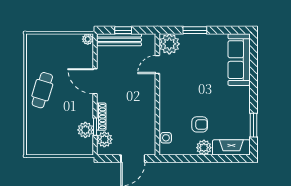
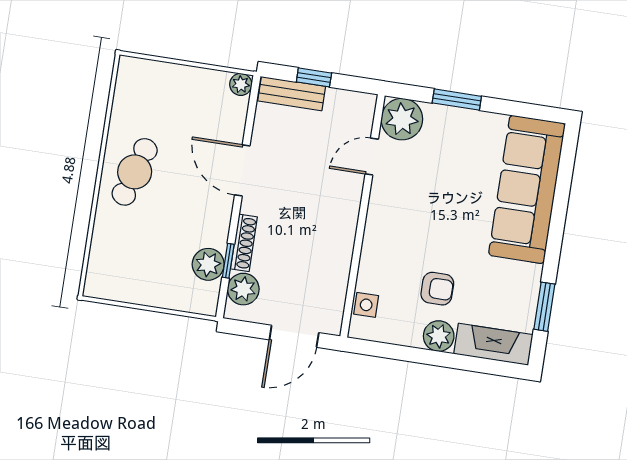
bench: (119, 40) -> (292, 94), width x0.73
sofa: (239, 60) -> (527, 189), width x1.36, depth x1.27

